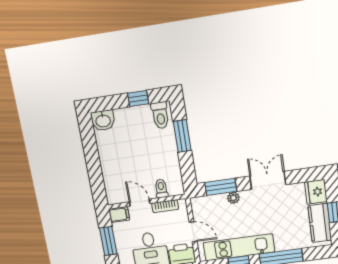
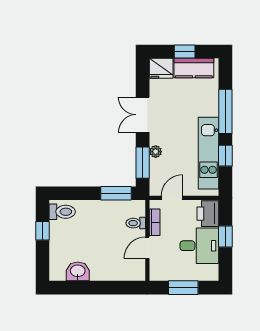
washbasin: (103, 120) -> (78, 271), moved, turned -90
window: (182, 136) -> (116, 193), moved
filing cabinet: (119, 215) -> (157, 271), removed
door: (193, 232) -> (172, 198), moved

